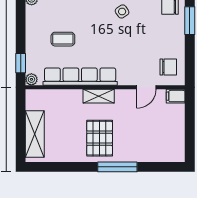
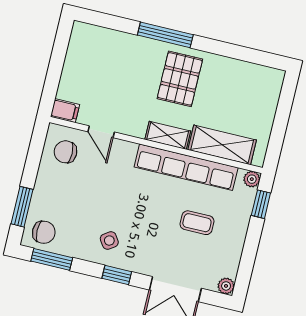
door: (146, 87) -> (101, 132), swing flipped
shelving: (35, 134) -> (222, 145), moved, turned 90

